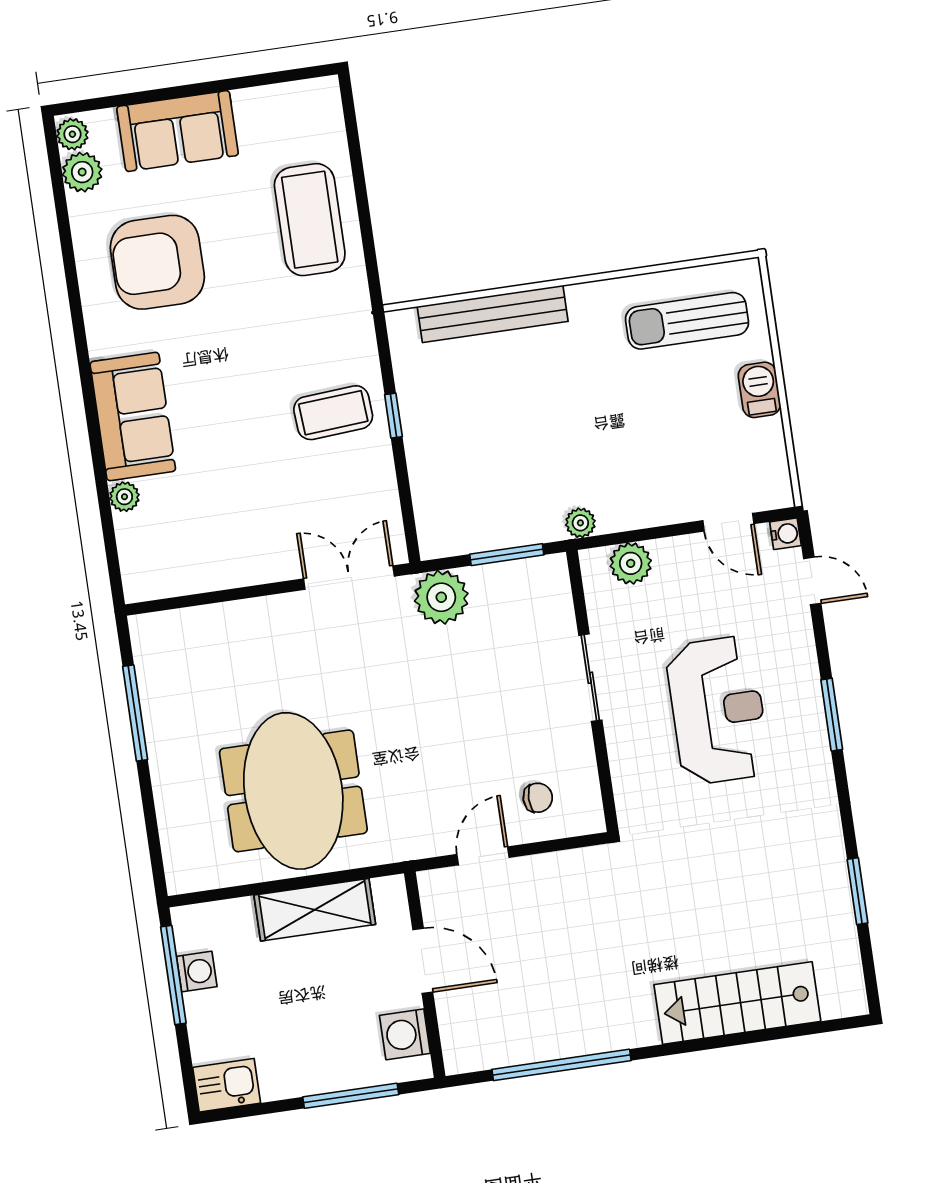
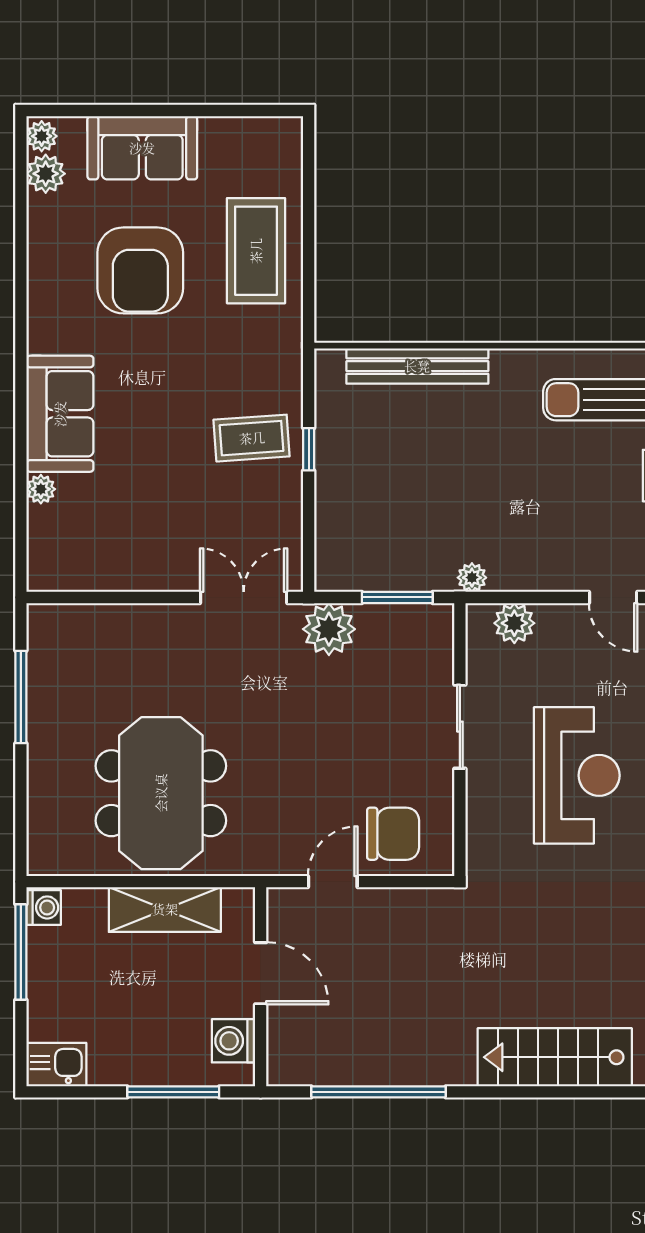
armchair: (157, 262) -> (140, 270), moved, turned -90
chair: (538, 798) -> (393, 834), width x1.87, depth x1.87
washing machine: (197, 972) -> (44, 907), moved

